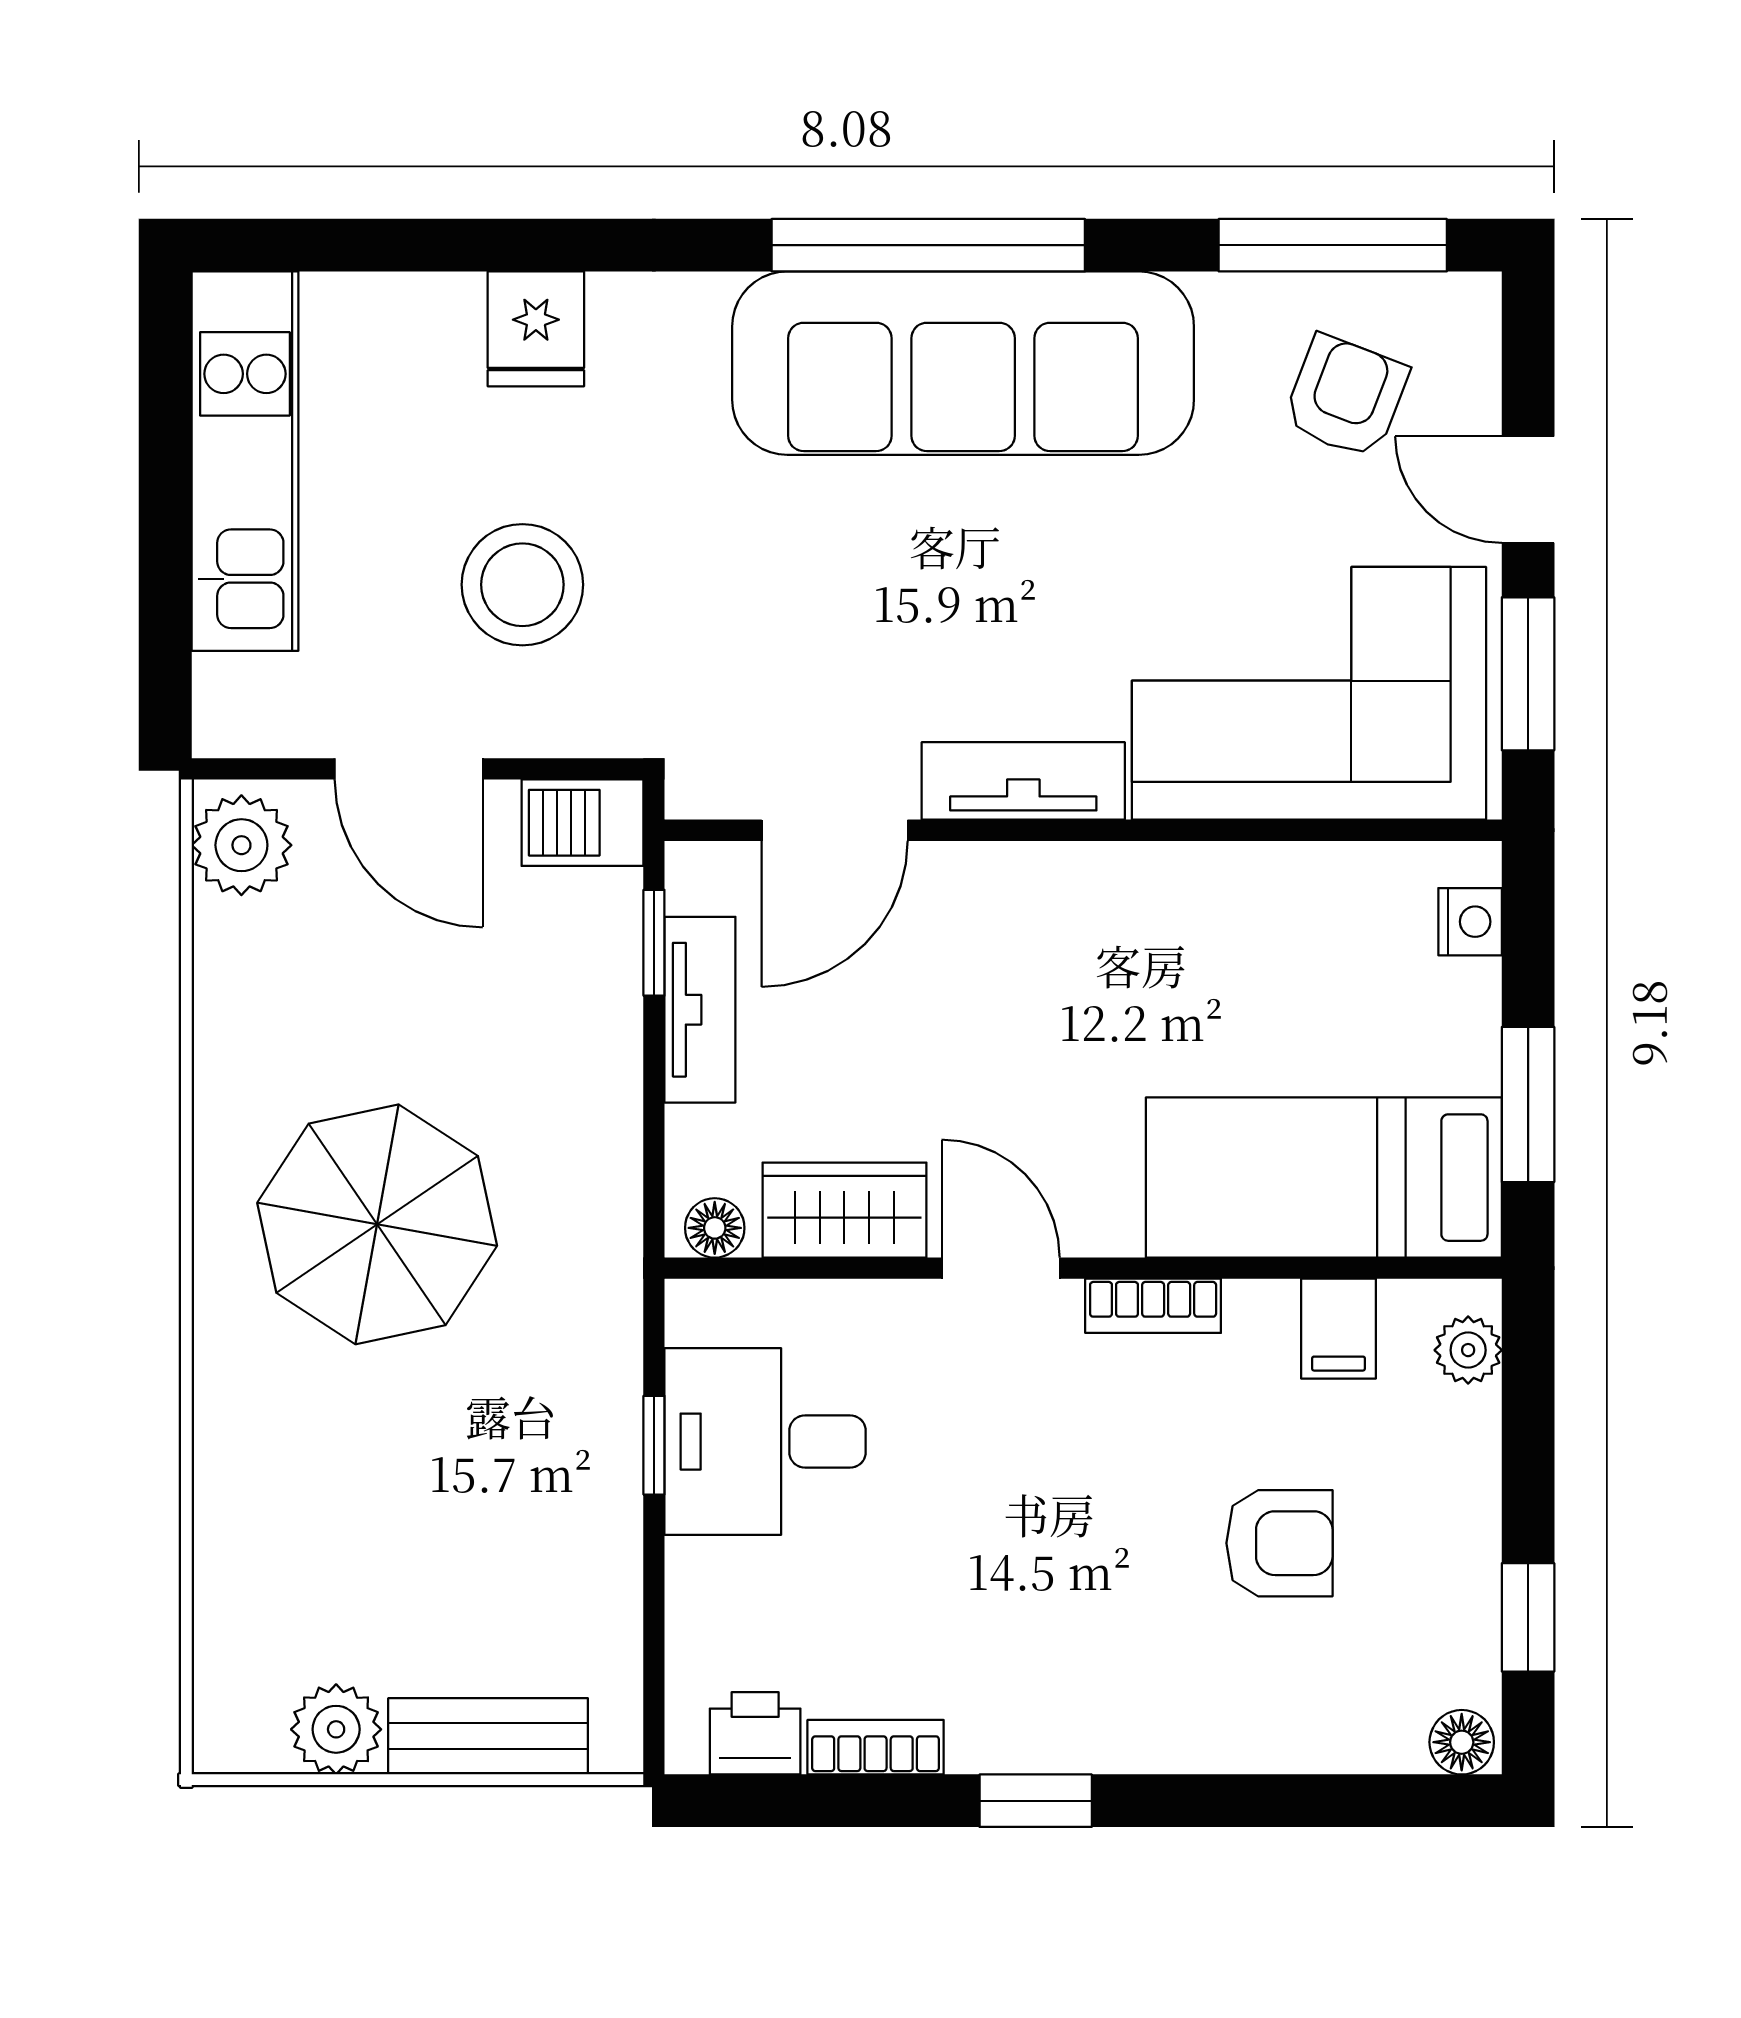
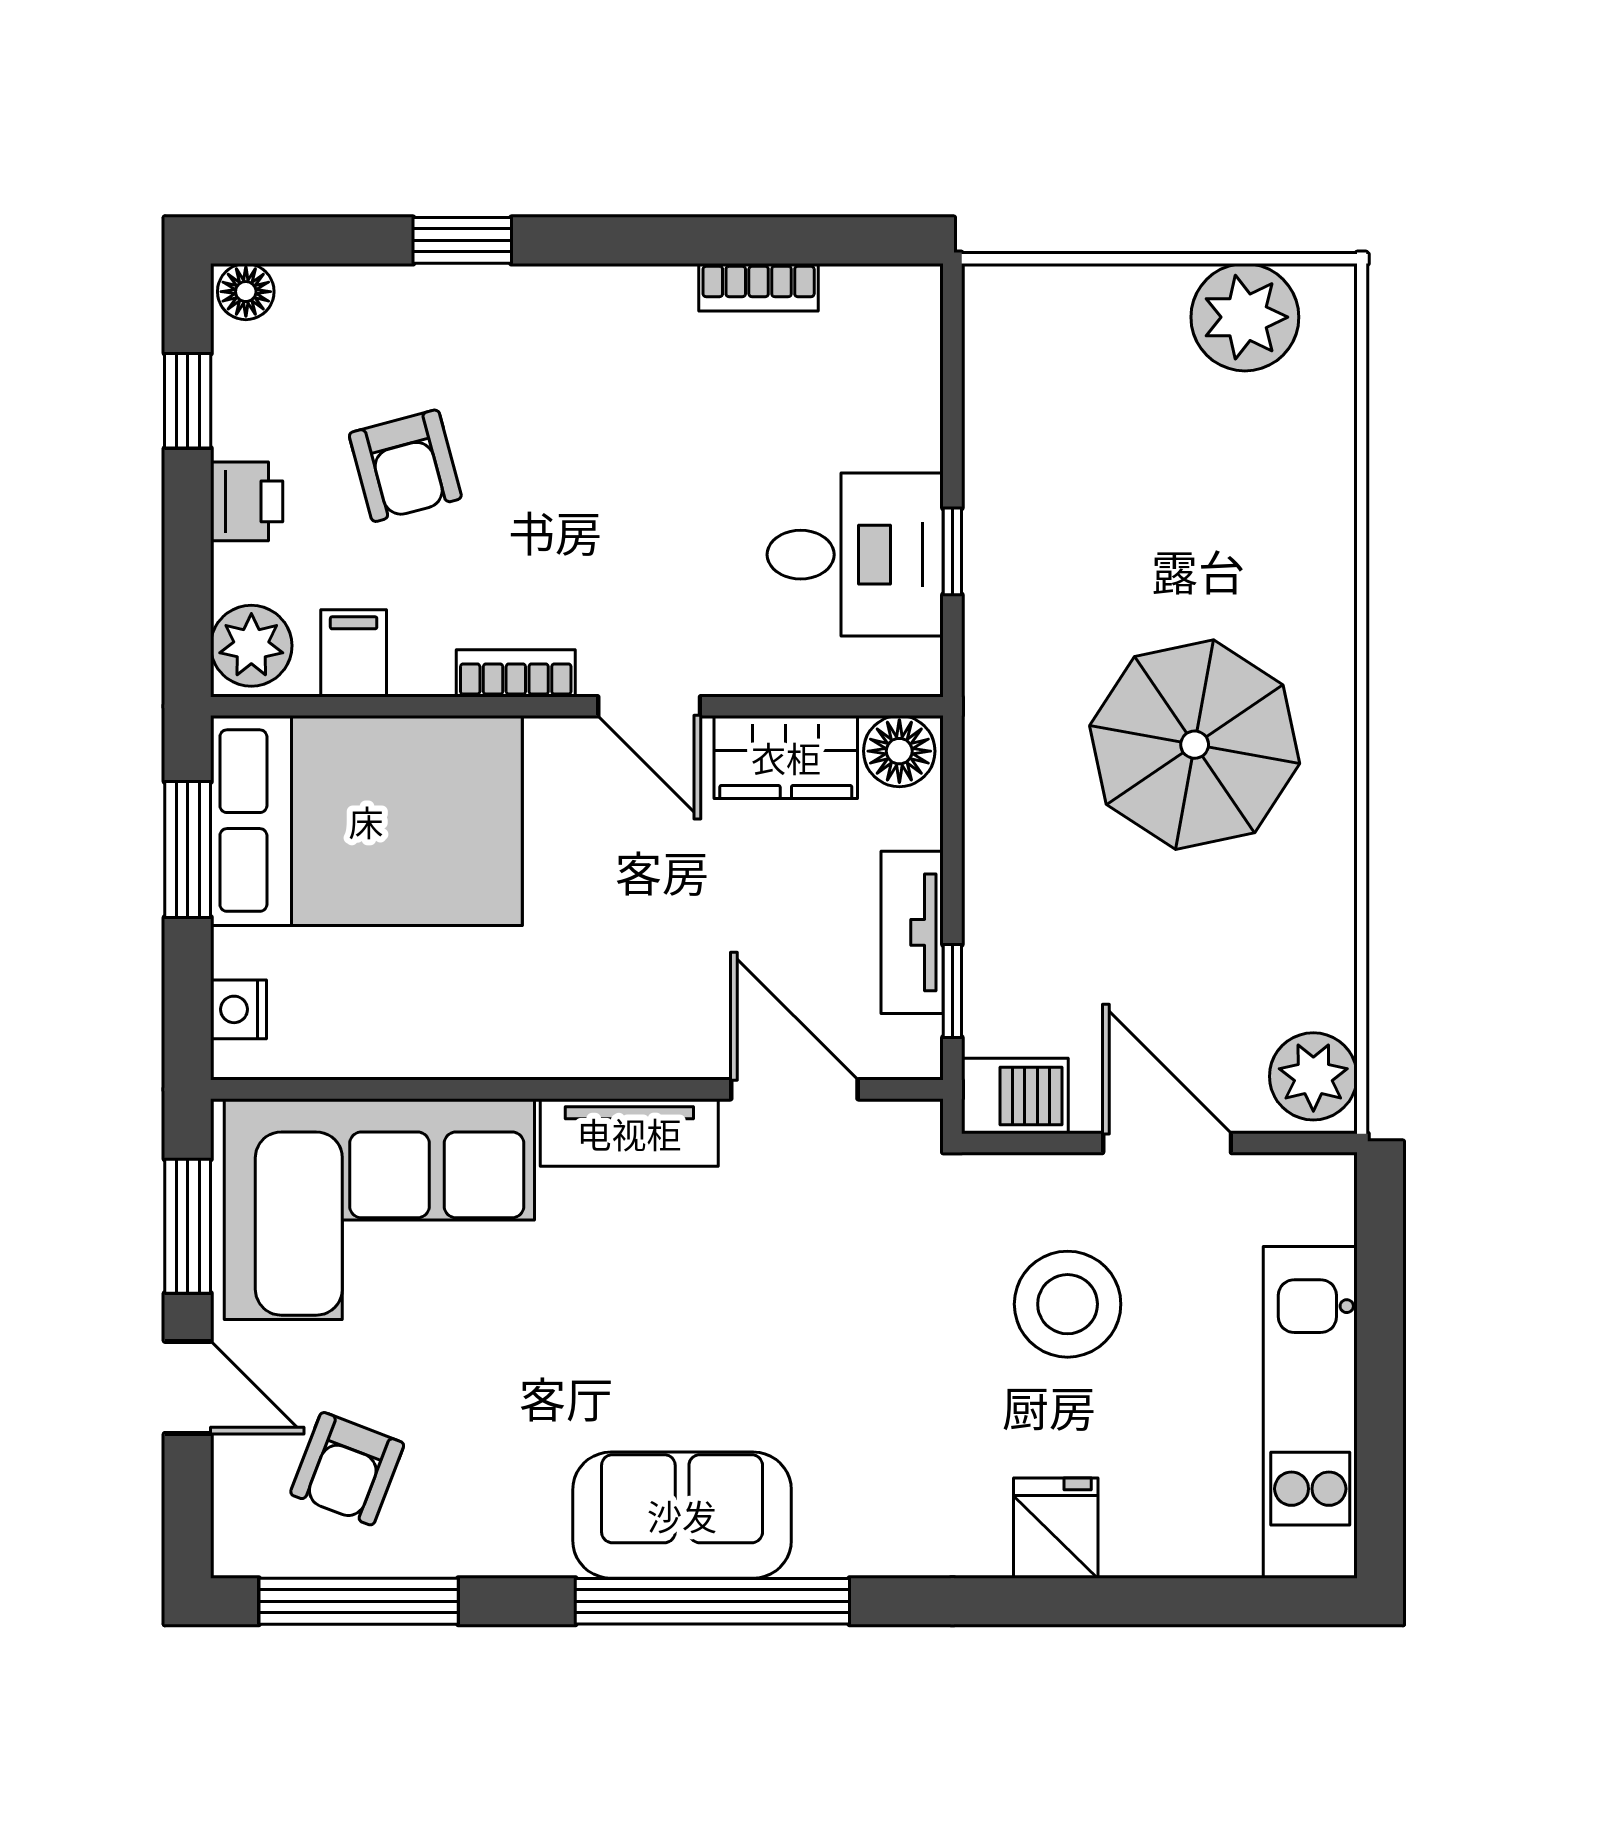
sofa: (963, 363) -> (682, 1515), width x0.54, depth x0.79
door: (835, 830) -> (794, 1089), hinge flipped
bed: (1324, 1178) -> (366, 821), width x1.50
floor lamp: (715, 1228) -> (899, 751), width x1.37, depth x1.37
plant: (1468, 1350) -> (251, 646), width x1.38, depth x1.38
armchair: (1279, 1543) -> (405, 466), turned -105
plant: (336, 1729) -> (1245, 317), width x1.36, depth x1.36
printer: (755, 1733) -> (247, 501), moved, turned -90
bench: (488, 1736) -> (1098, 297), removed
window: (1036, 1801) -> (462, 240), moved

